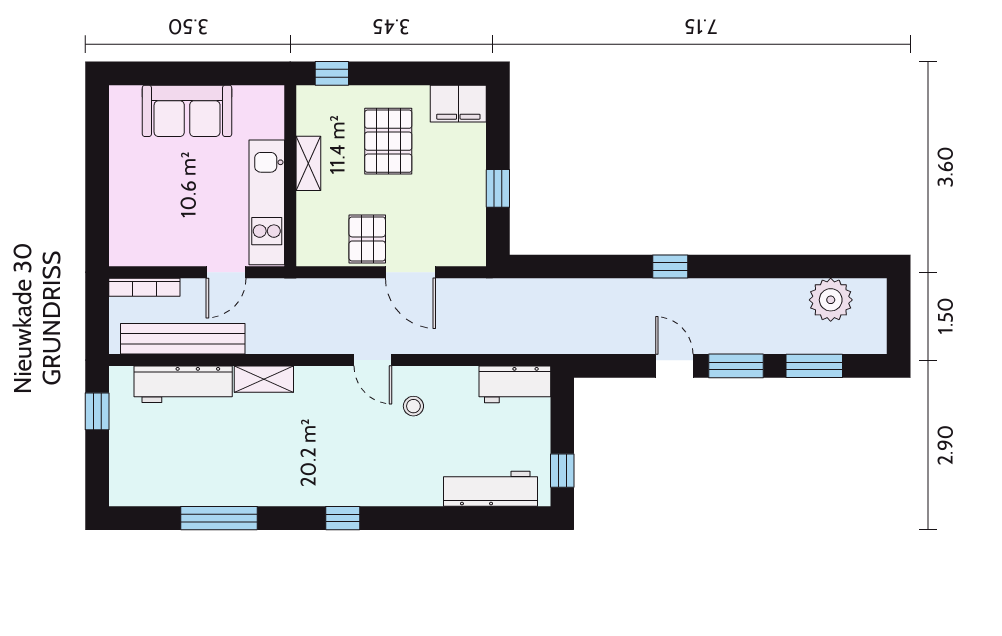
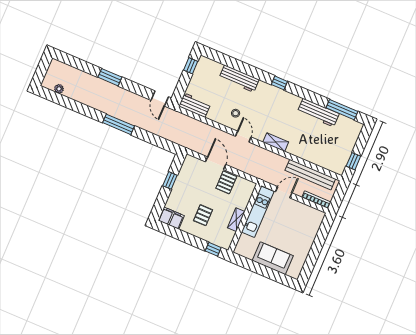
pallet: (388, 141) -> (203, 215), width x0.67, depth x0.71
window: (670, 266) -> (118, 124), width x2.17
plant: (831, 300) -> (59, 89), width x0.53, depth x0.53
door: (674, 366) -> (160, 98), moved
window: (814, 366) -> (81, 65), removed
shelving: (264, 379) -> (276, 142), moved
workbench: (183, 384) -> (318, 113), moved, turned 180
workbench: (491, 489) -> (239, 79), moved
window: (219, 518) -> (342, 110), moved

